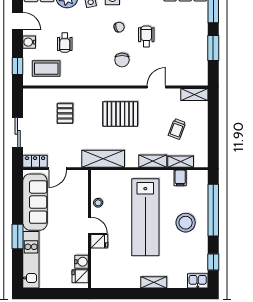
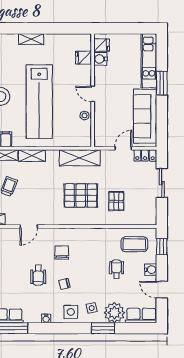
pallet: (120, 114) -> (81, 195), moved
lab bench: (145, 217) -> (39, 102), turned 180
fridge: (99, 241) -> (83, 58), moved

